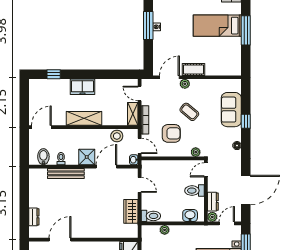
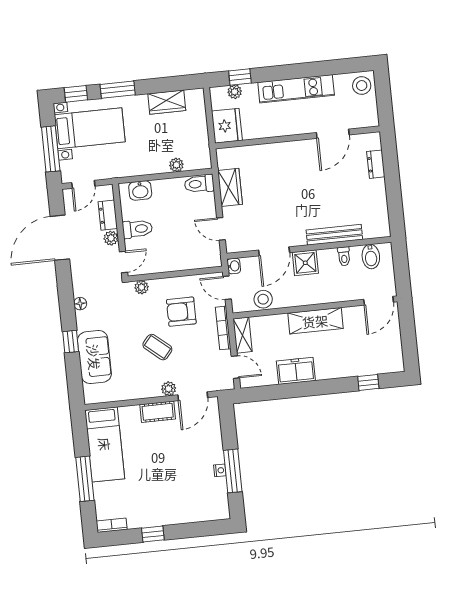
bed: (217, 26) -> (105, 444), moved, turned 90
freezer: (82, 87) -> (296, 371), moved
plant: (212, 217) -> (111, 238), moved

